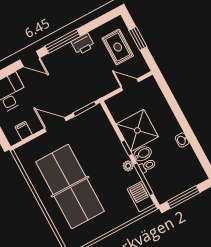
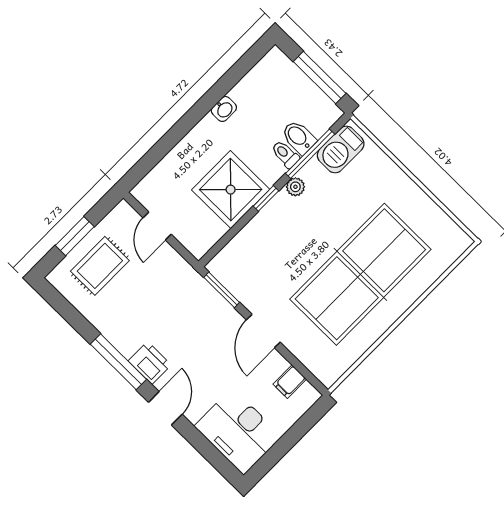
printer: (83, 44) -> (150, 363), moved
bidet: (143, 154) -> (299, 137), moved

